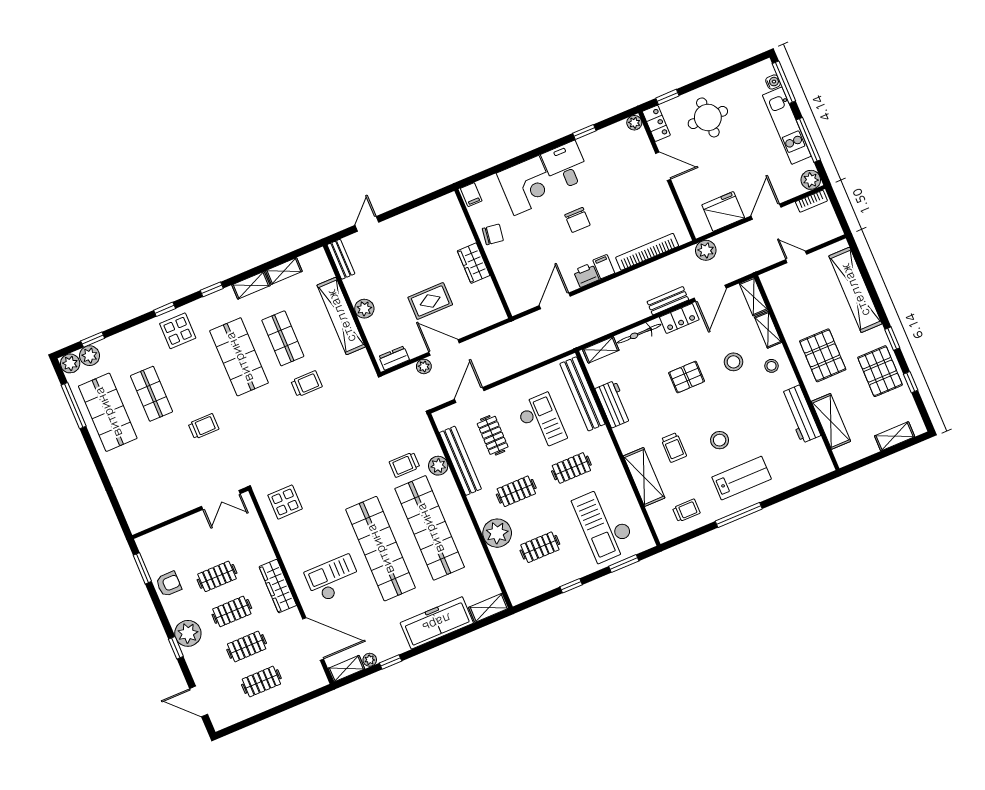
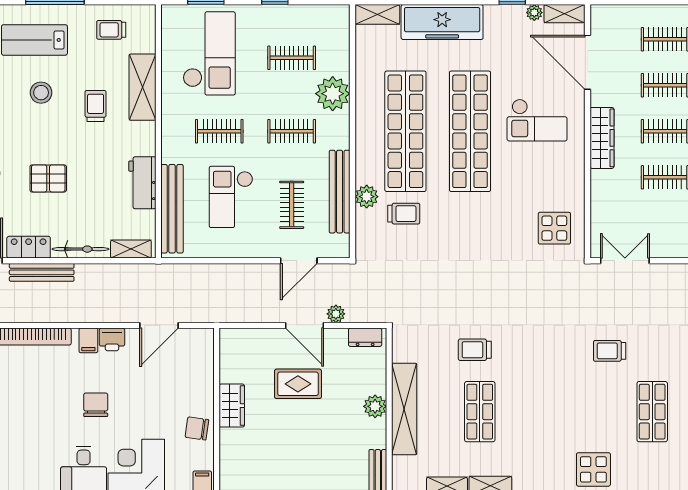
bench: (668, 301) -> (42, 272), width x1.36
shop shelf: (239, 357) -> (537, 412), removed

